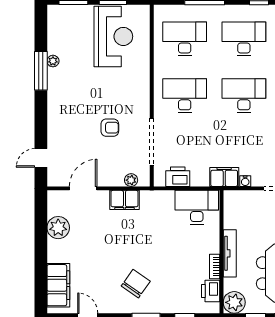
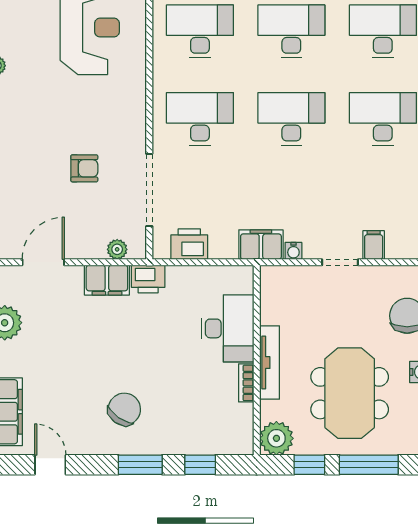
desk: (197, 207) -> (228, 328), moved, turned 90
printer: (211, 291) -> (148, 279), moved, turned -90

